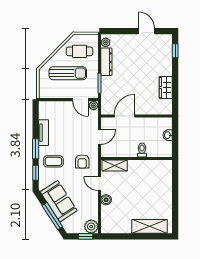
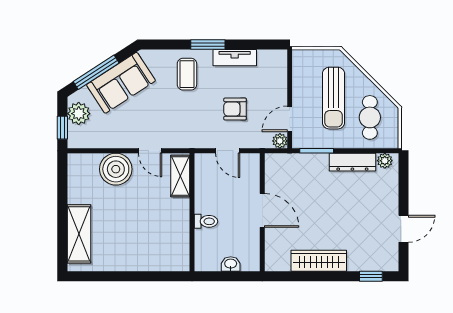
wardrobe: (166, 88) -> (319, 261), width x1.50
door: (125, 116) -> (262, 210), moved
armchair: (82, 161) -> (235, 109), moved
window: (36, 173) -> (168, 45), removed
door: (99, 184) -> (150, 151), swing flipped
boiler: (106, 200) -> (116, 169), width x1.86, depth x1.86
plant: (91, 227) -> (79, 114), moved

